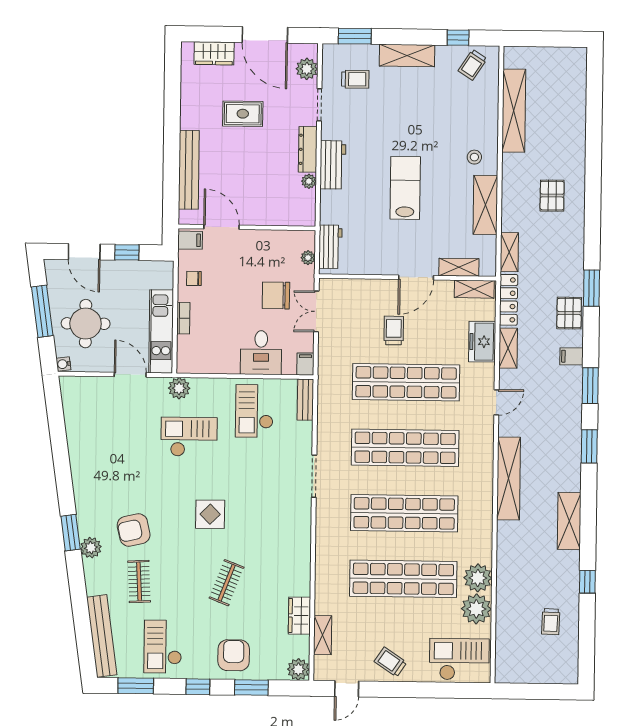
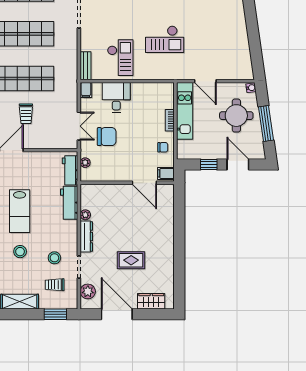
stool: (355, 119) -> (54, 258), added
stool: (405, 129) -> (20, 252), added
workbench: (333, 165) -> (69, 203), moved
bench: (189, 170) -> (167, 221), removed
plant: (179, 388) -> (172, 72), removed

